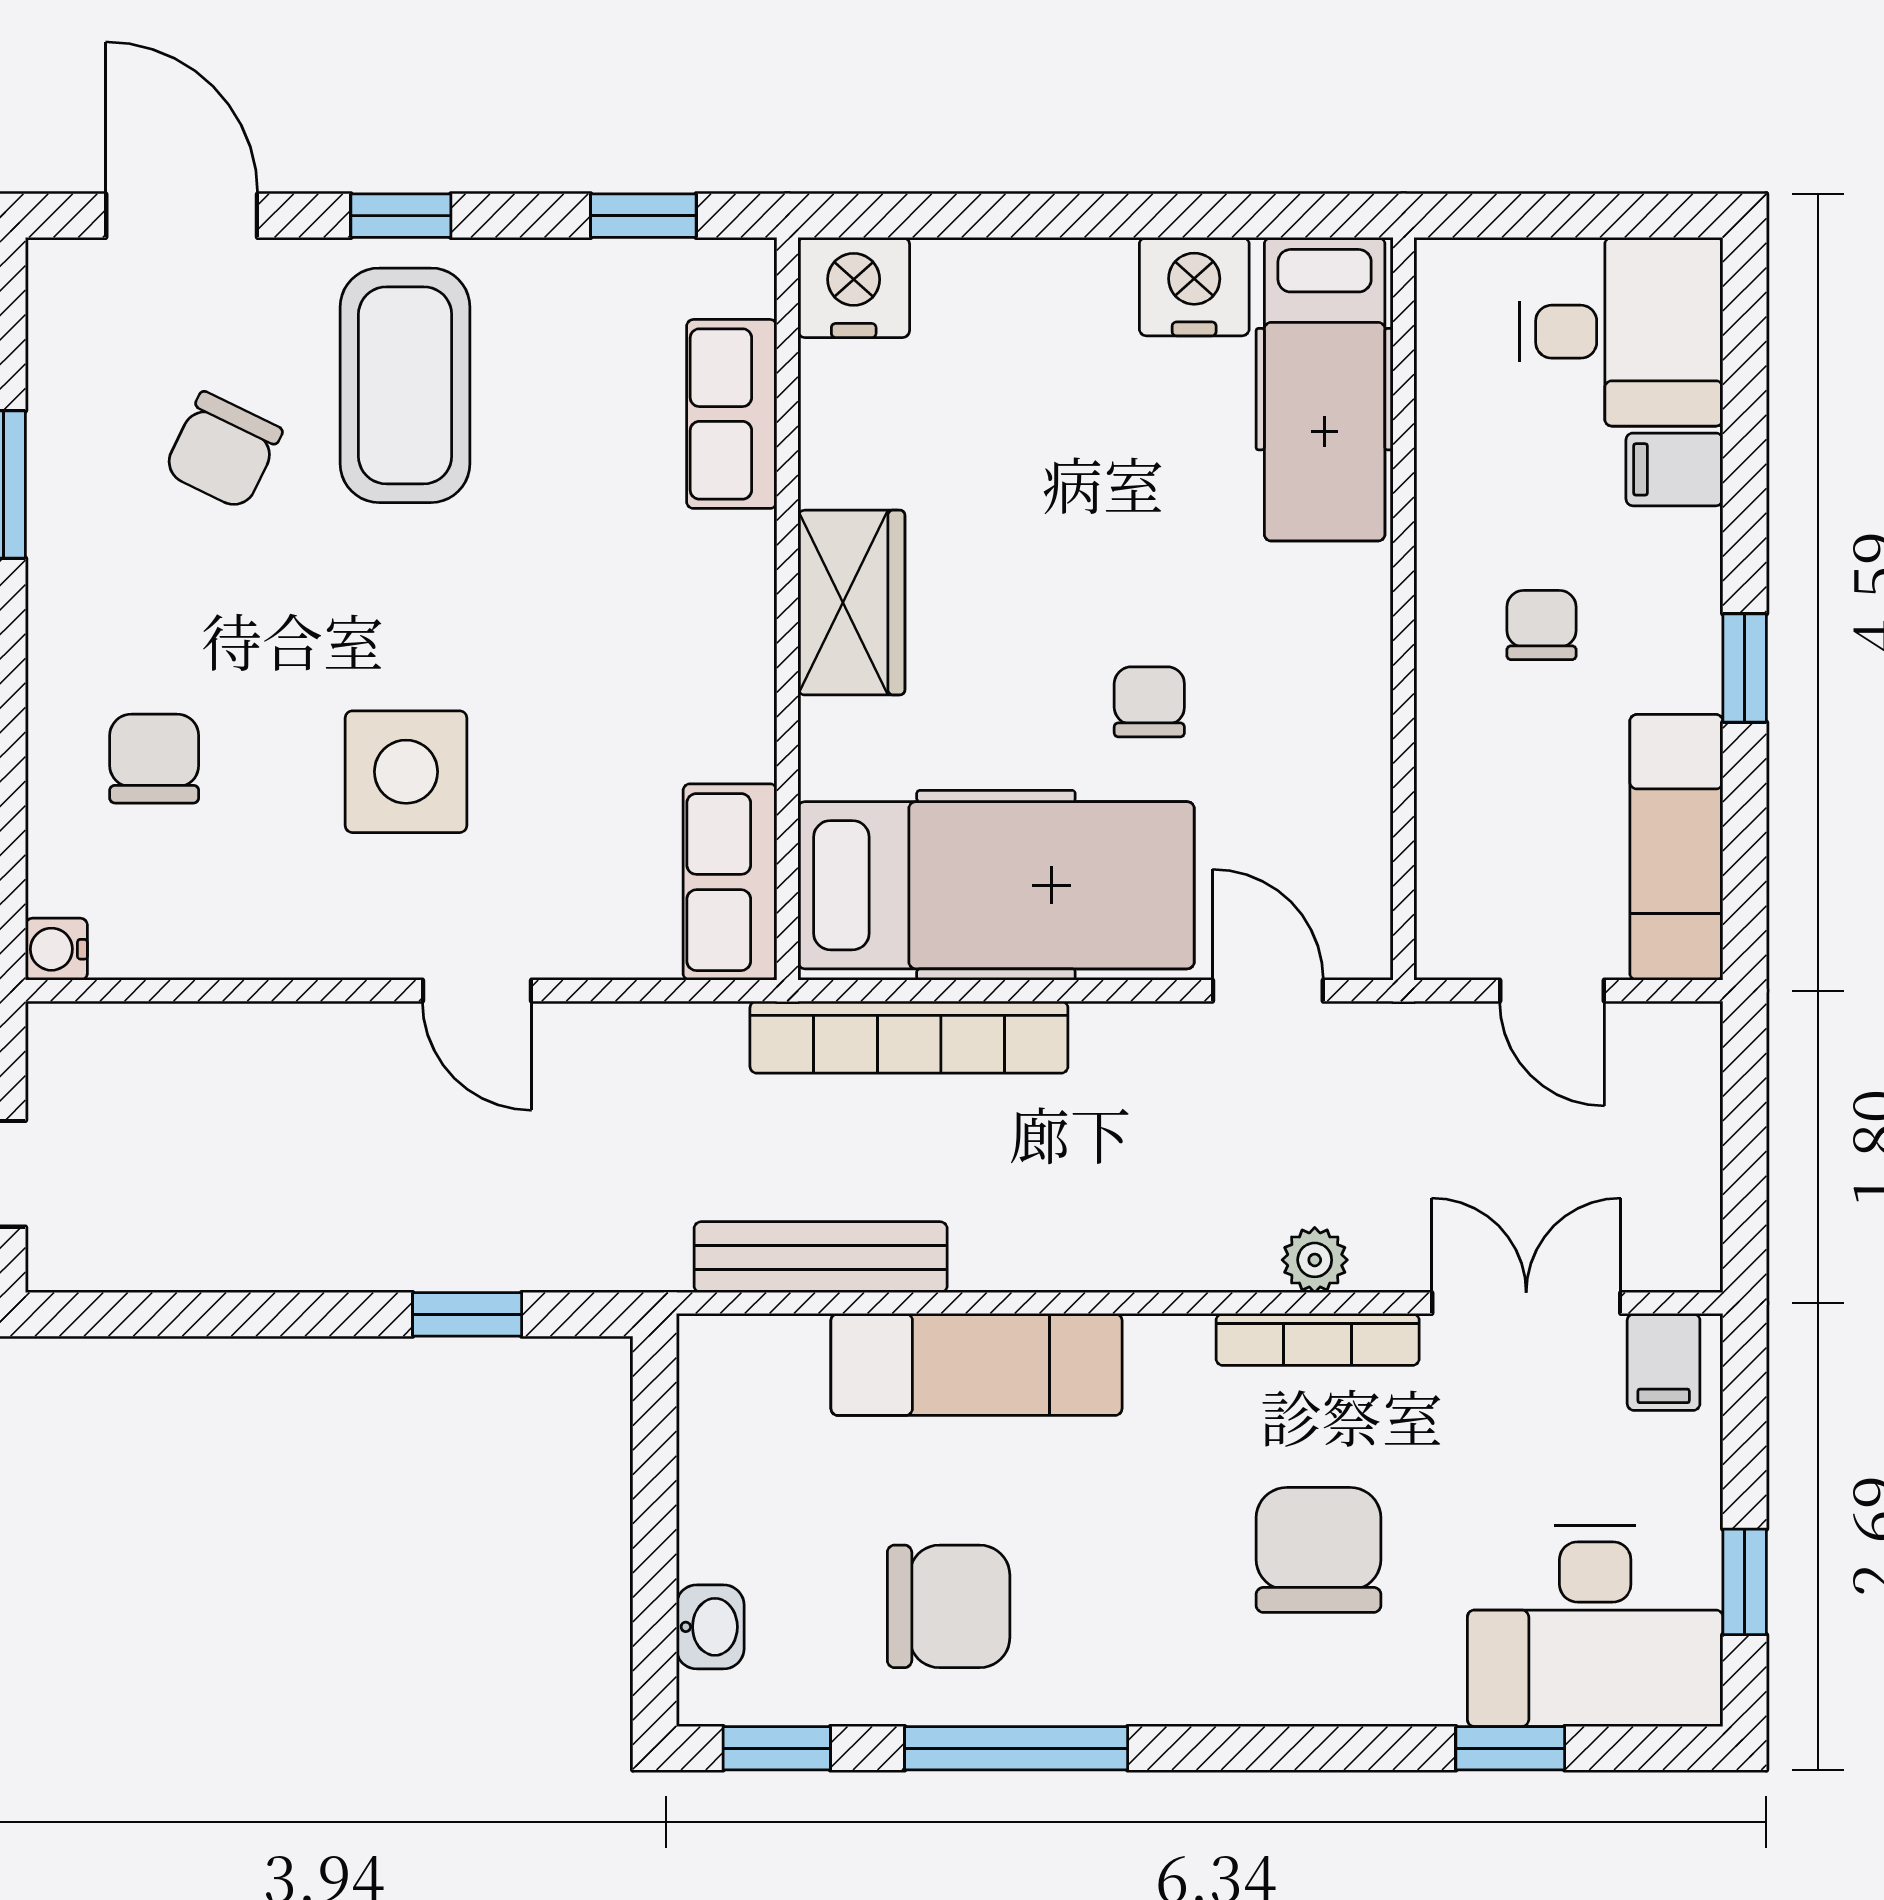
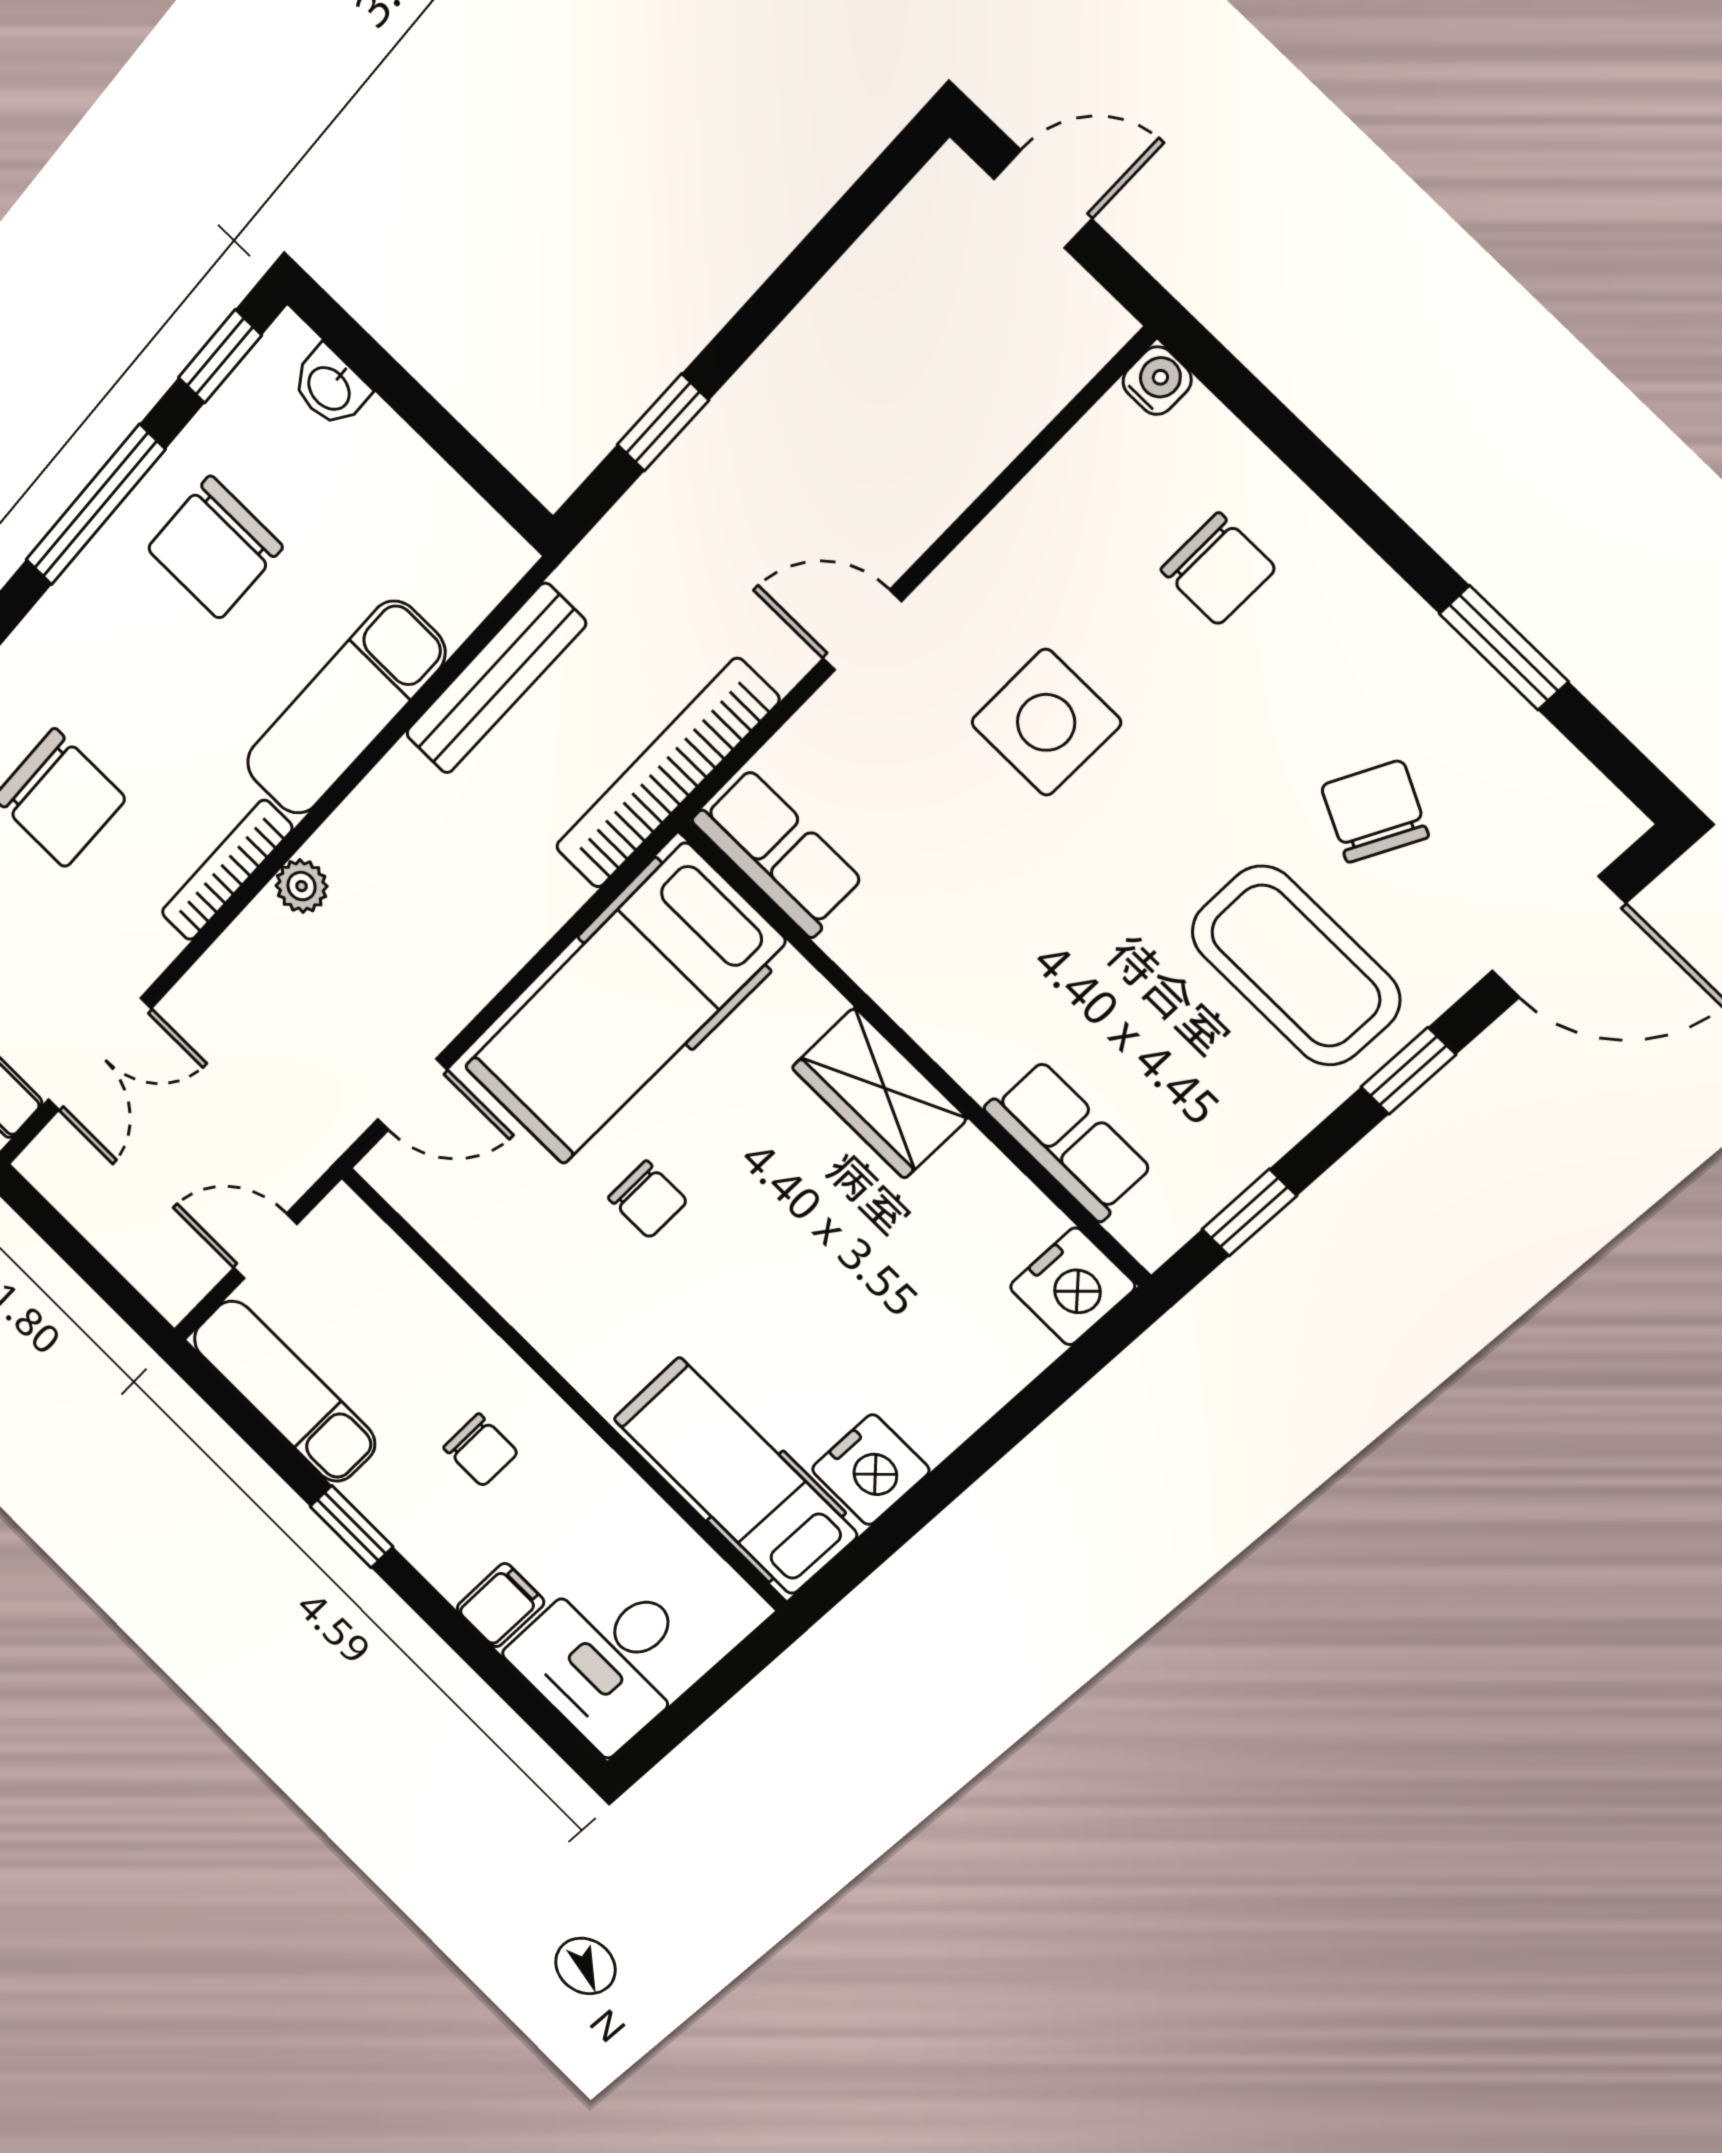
bookcase: (909, 1037) -> (667, 774), moved
plant: (1315, 1260) -> (302, 886), moved
bookcase: (1318, 1339) -> (227, 870), moved

